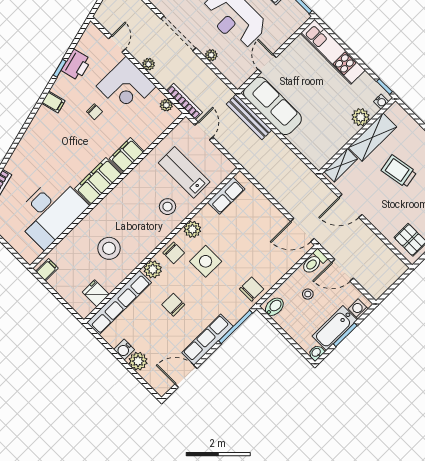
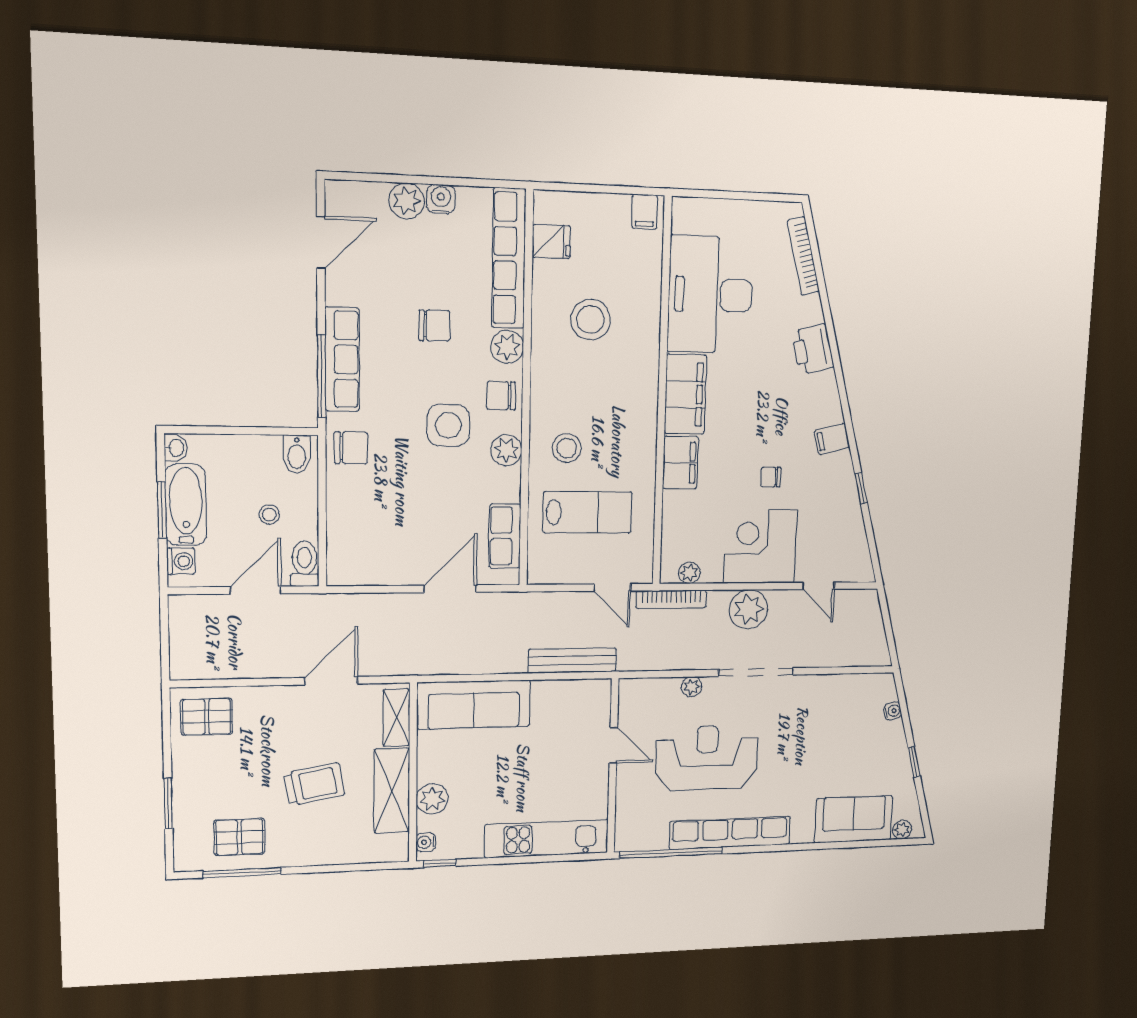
plant: (148, 64) -> (749, 609), width x1.88, depth x1.88
printer: (76, 65) -> (813, 349), moved
sofa: (272, 106) -> (474, 705), moved
door: (302, 230) -> (450, 589), moved
chair: (252, 289) -> (351, 448), turned -90
row of seats: (207, 340) -> (342, 359), moved

